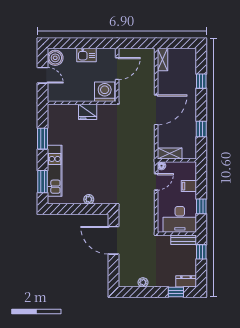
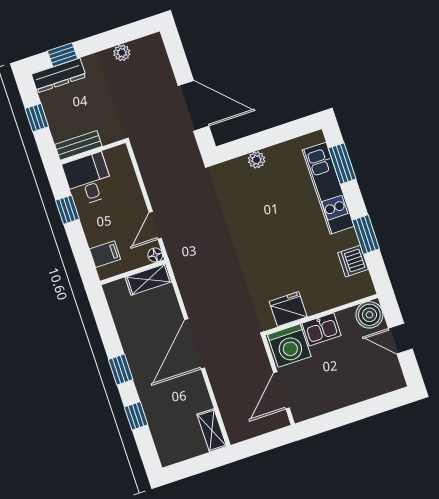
kitchen sink: (87, 55) -> (321, 329), moved, turned 180
boiler: (55, 58) -> (369, 315), moved
fridge: (88, 112) -> (288, 309), moved
dishwasher: (54, 126) -> (353, 261), added
window: (201, 129) -> (121, 370), moved
filing cabinet: (189, 186) -> (105, 254), moved
desk: (180, 219) -> (88, 179), width x0.73
window: (201, 252) -> (37, 118), moved
dresser: (186, 281) -> (59, 75), width x1.44

